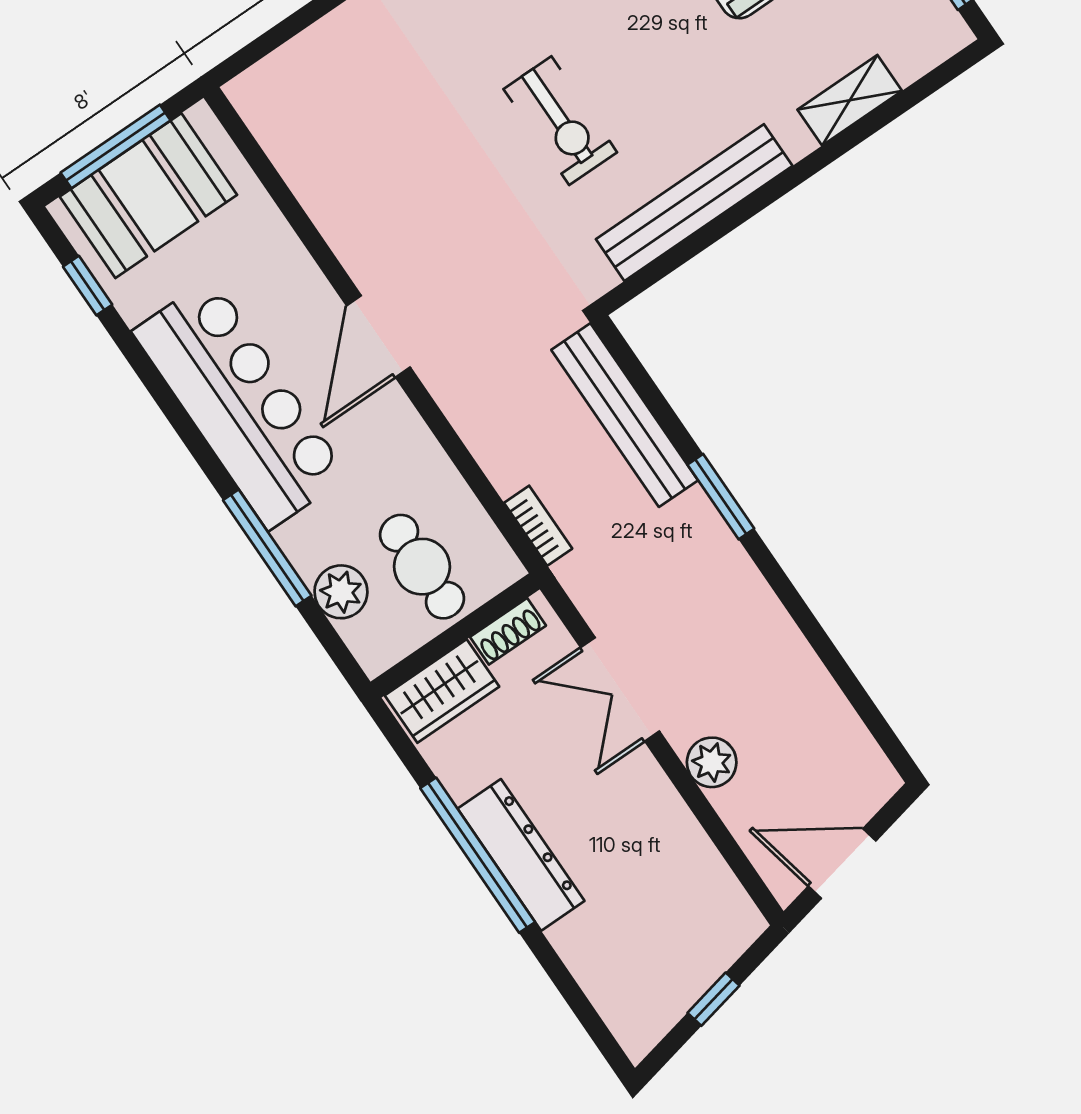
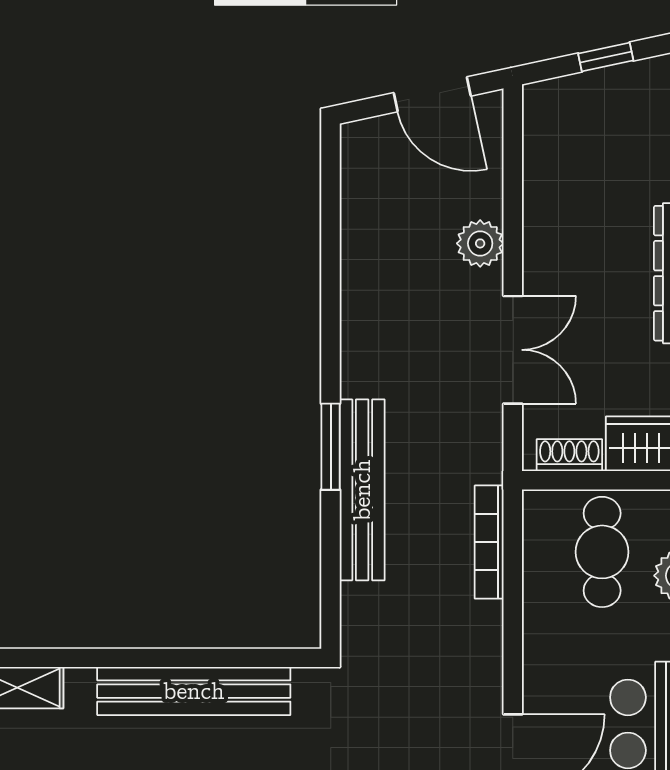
bench: (625, 415) -> (362, 490), moved
bookcase: (538, 526) -> (489, 542), width x1.56

